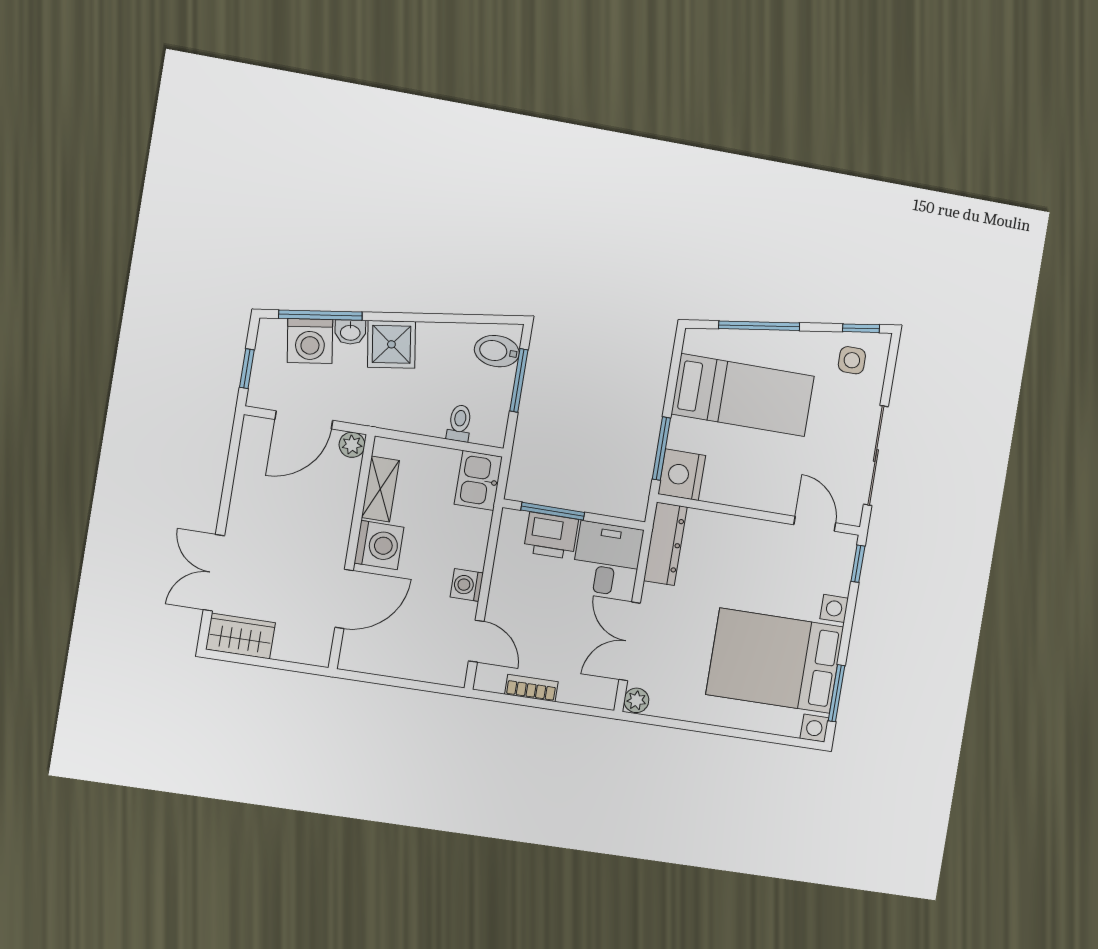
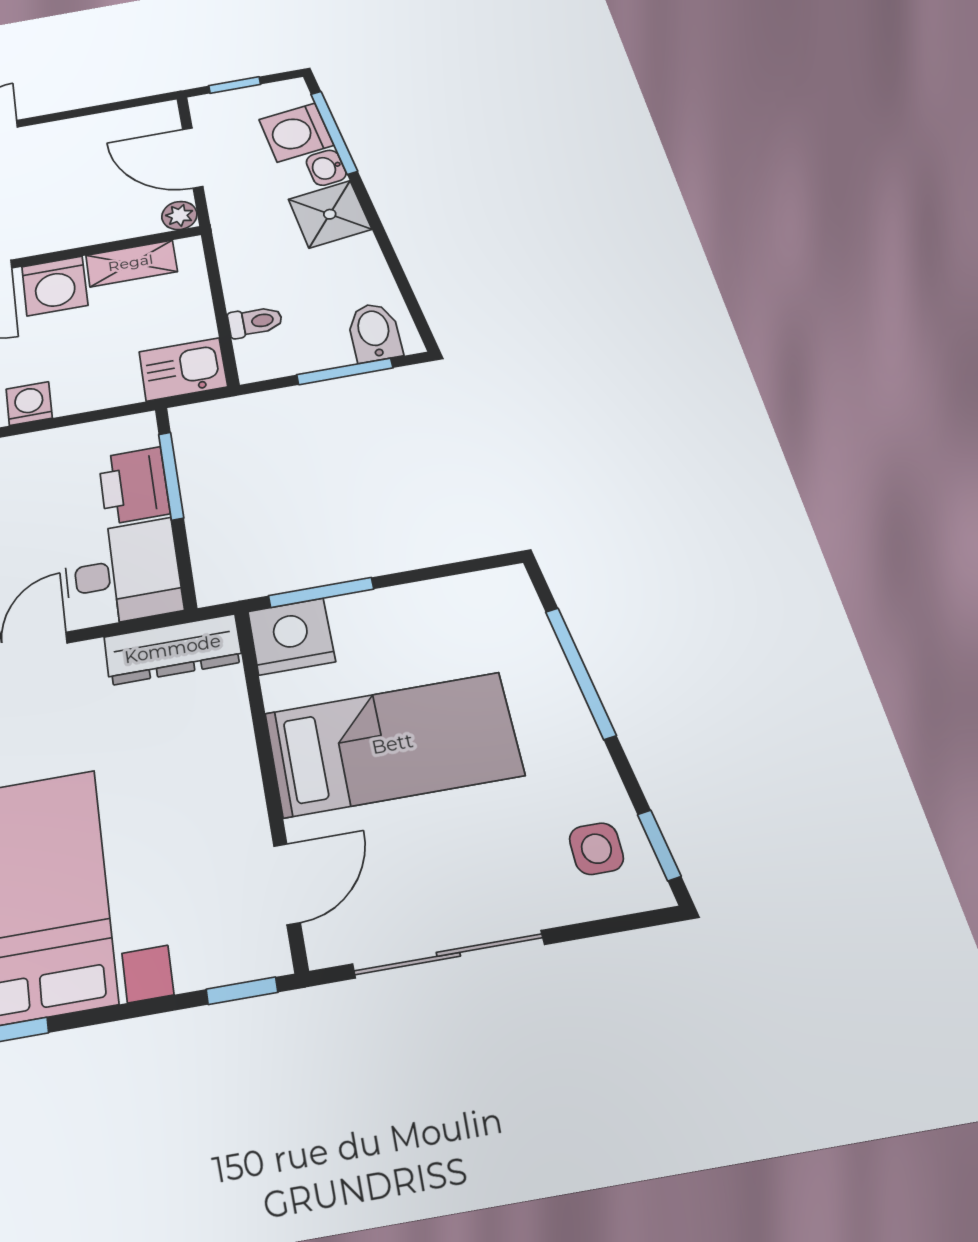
bed: (743, 395) -> (393, 744), moved, turned -90

